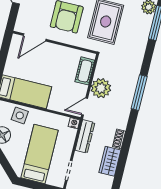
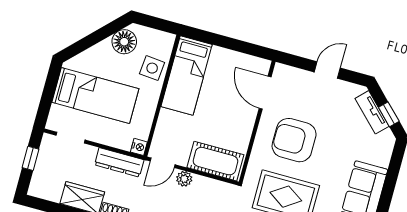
cot: (85, 71) -> (215, 161), width x1.37, depth x1.34
plant: (101, 88) -> (184, 179), width x0.53, depth x0.53
door: (85, 107) -> (163, 163), swing flipped

